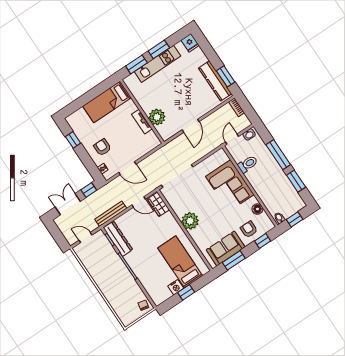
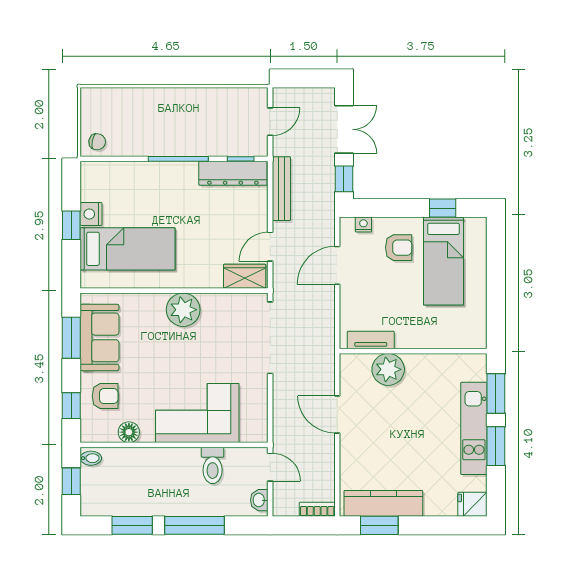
bed: (107, 102) -> (443, 261), moved, turned 180
tv unit: (142, 122) -> (371, 340), moved

